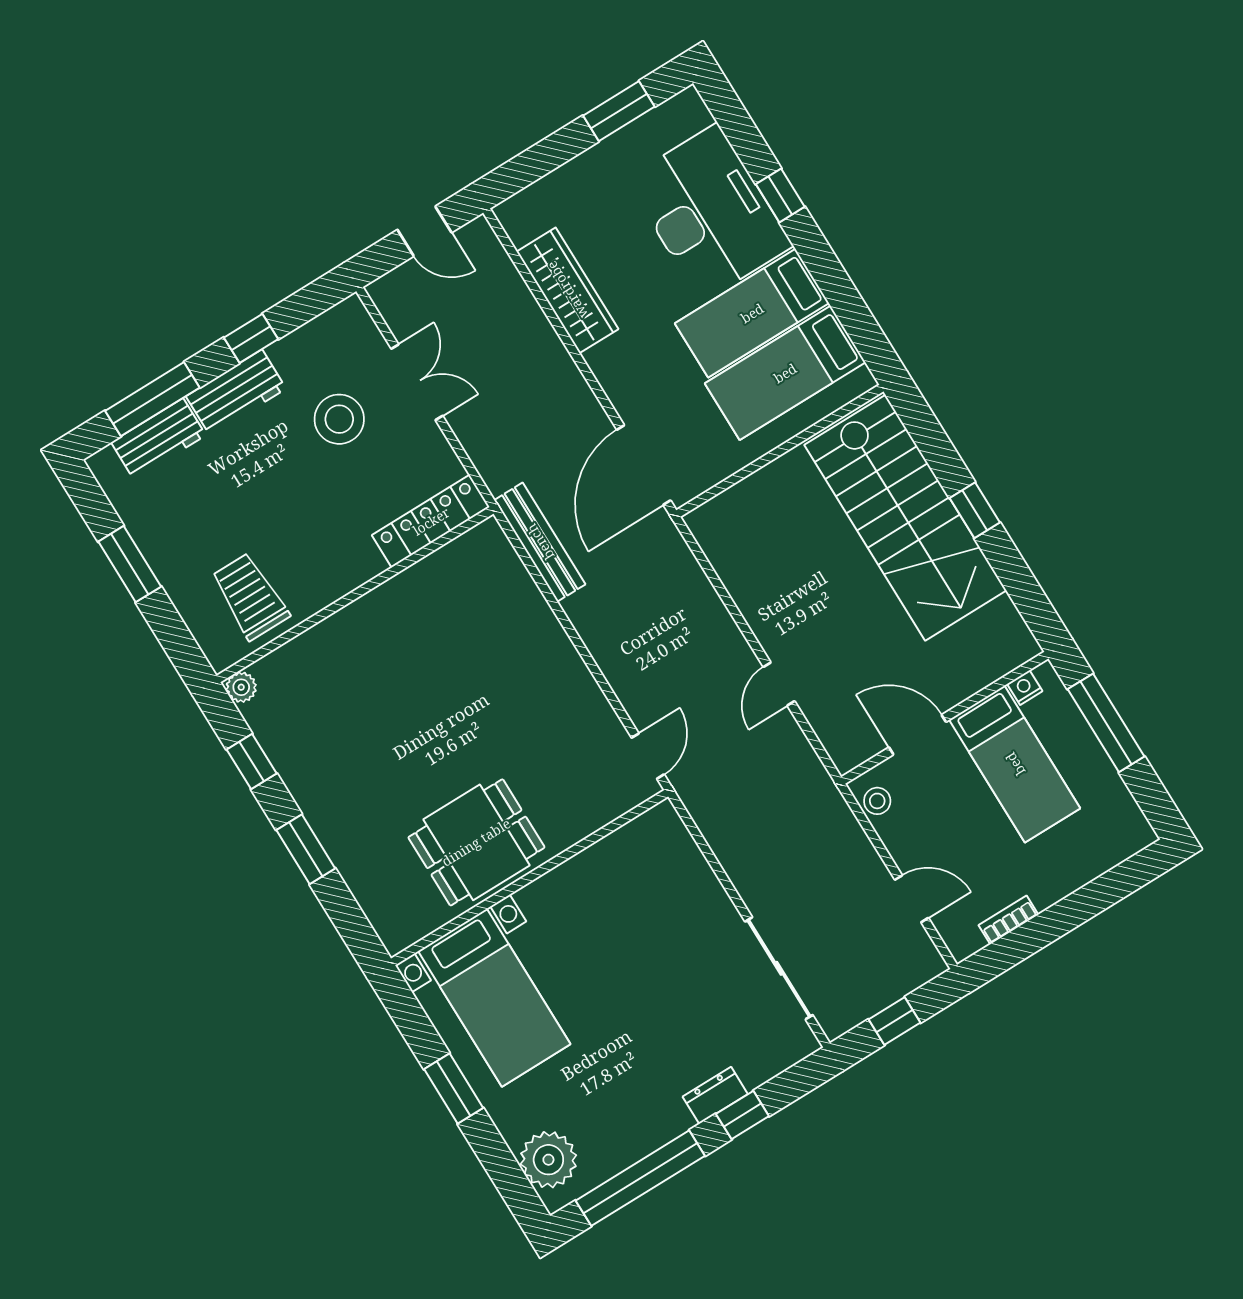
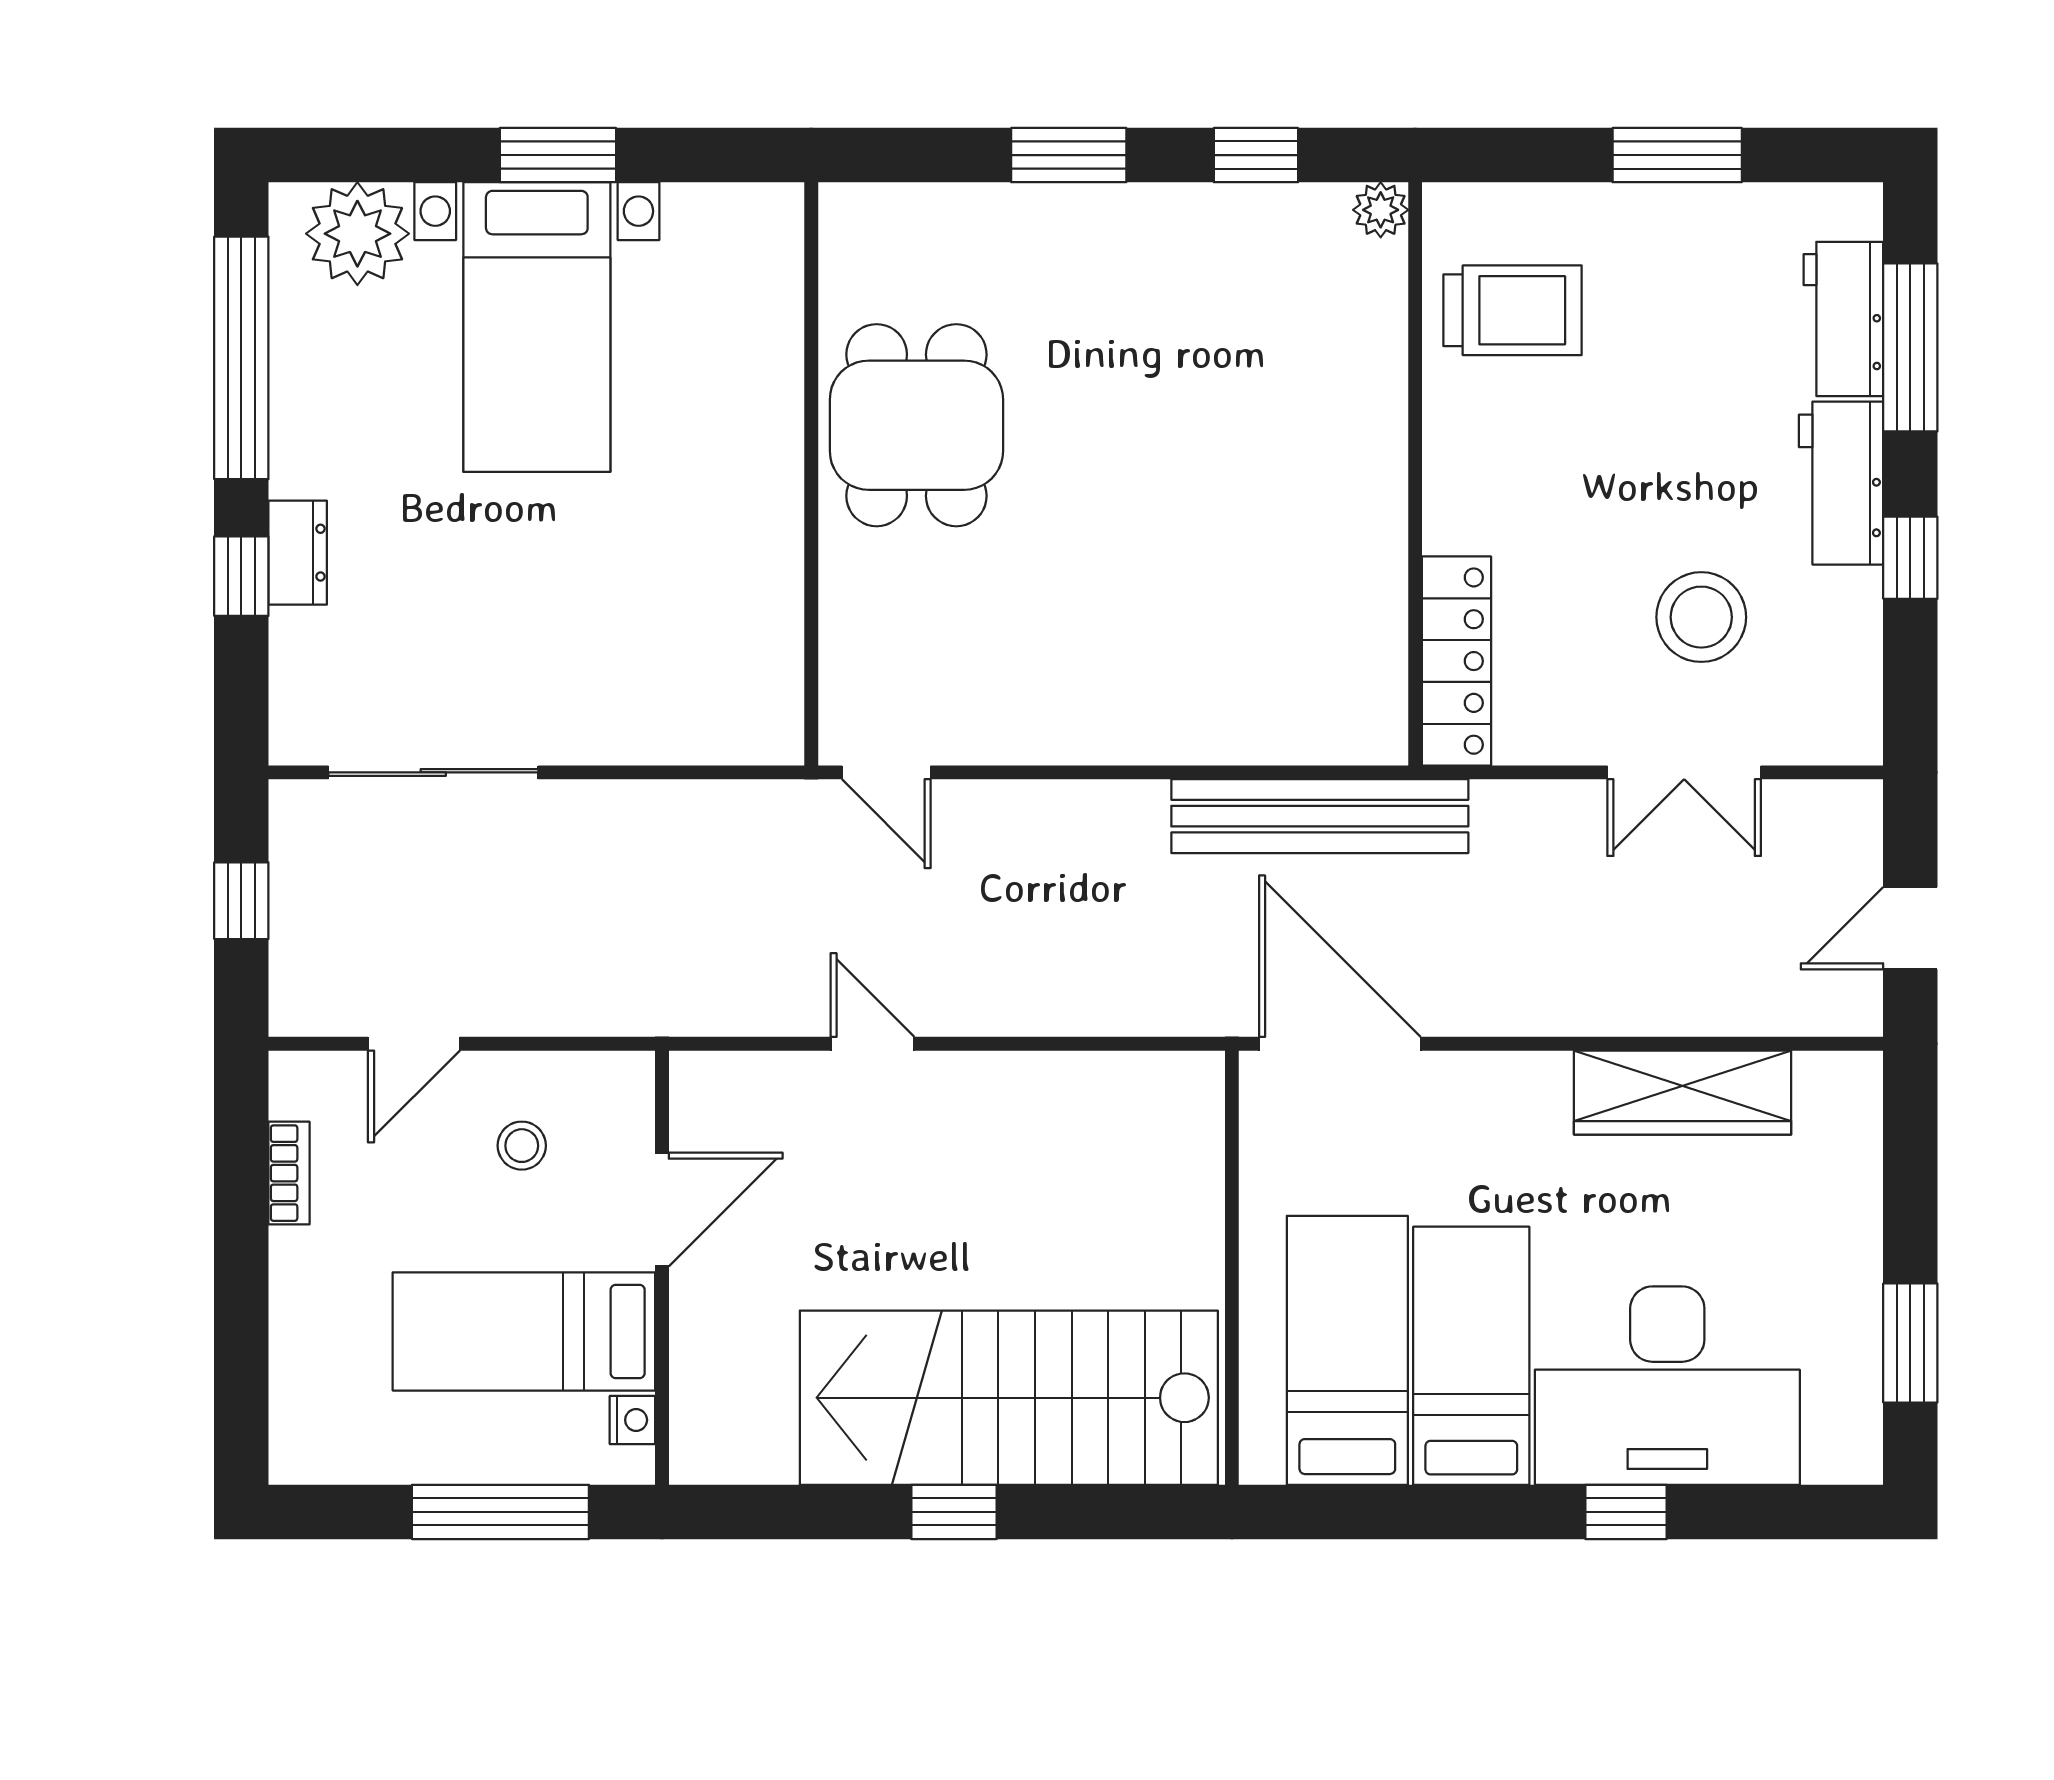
bench: (540, 542) -> (1320, 816), width x1.37, depth x1.21
stool: (877, 801) -> (522, 1146), moved
bed with nightstands: (494, 998) -> (537, 327), moved, turned -90

